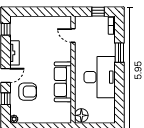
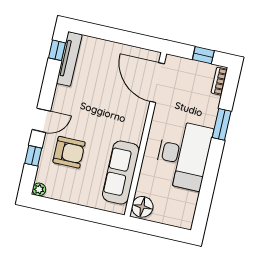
door: (73, 35) -> (157, 83), width x1.88
tv unit: (15, 53) -> (69, 59), moved, width x1.41
sofa: (63, 82) -> (121, 172), moved

